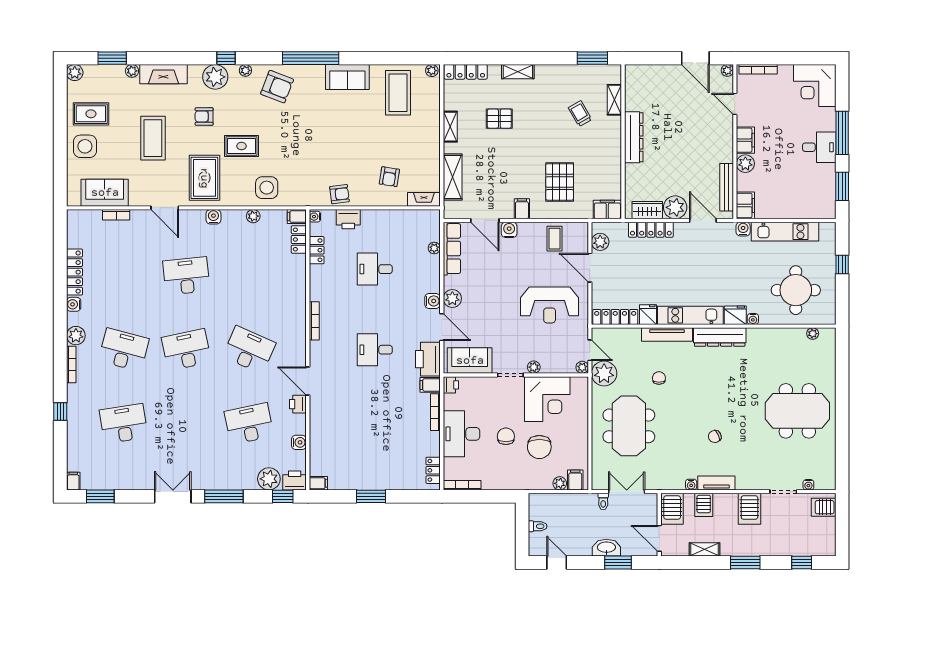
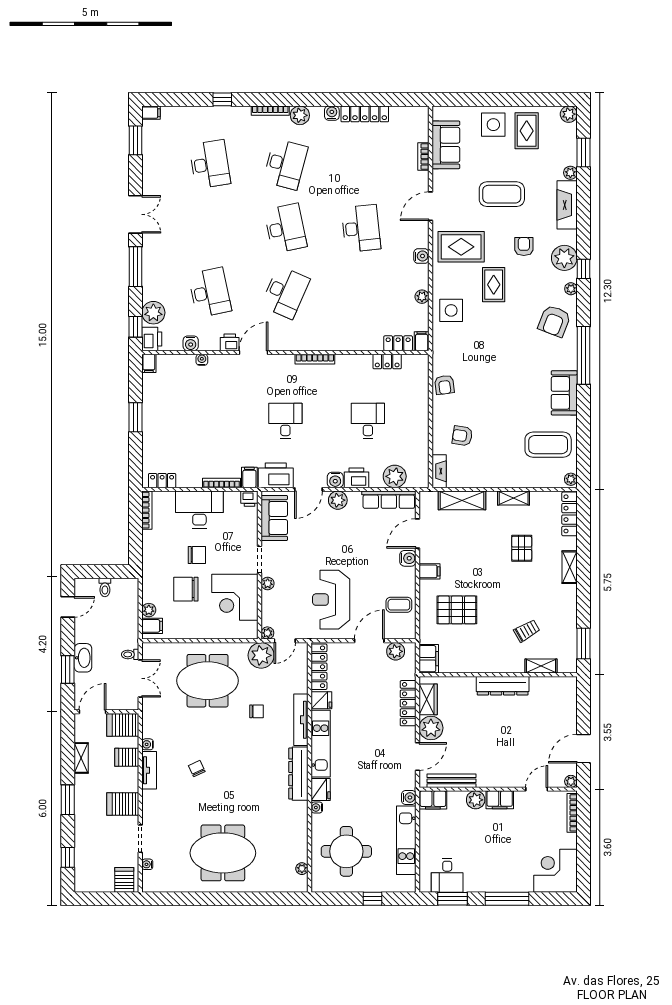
desk: (819, 147) -> (447, 875), moved
water cooler: (315, 217) -> (202, 360), moved
printer: (348, 219) -> (356, 478), moved, turned 90
plant: (434, 248) -> (395, 476), width x1.87, depth x1.87
meeting table: (797, 411) -> (223, 853), turned 90

